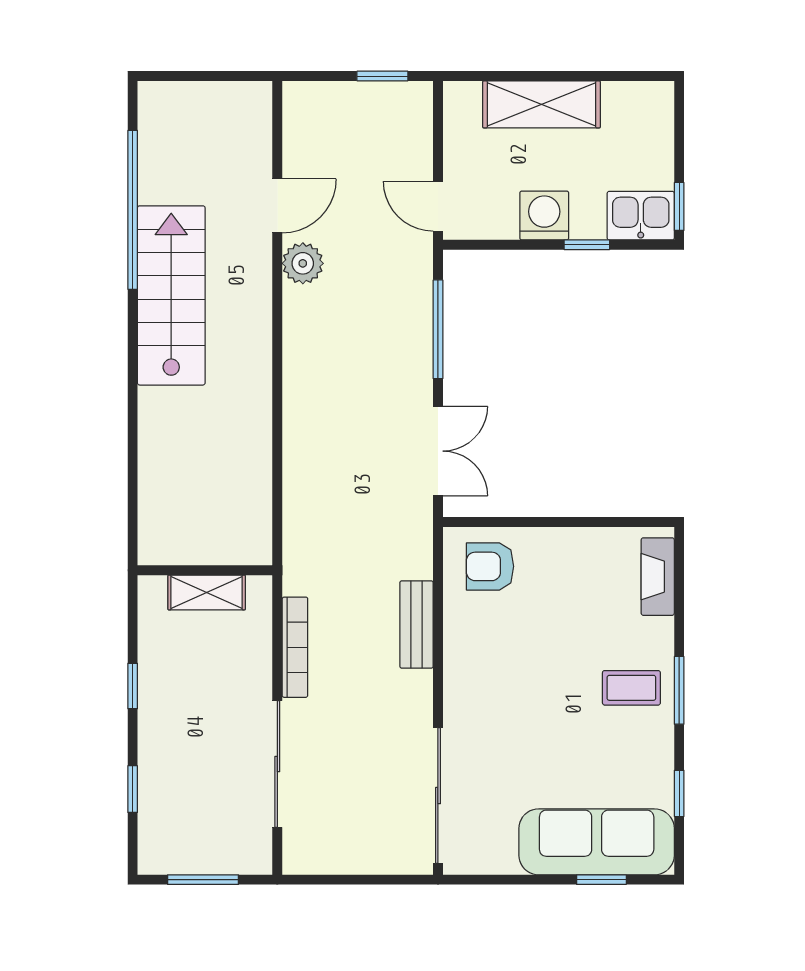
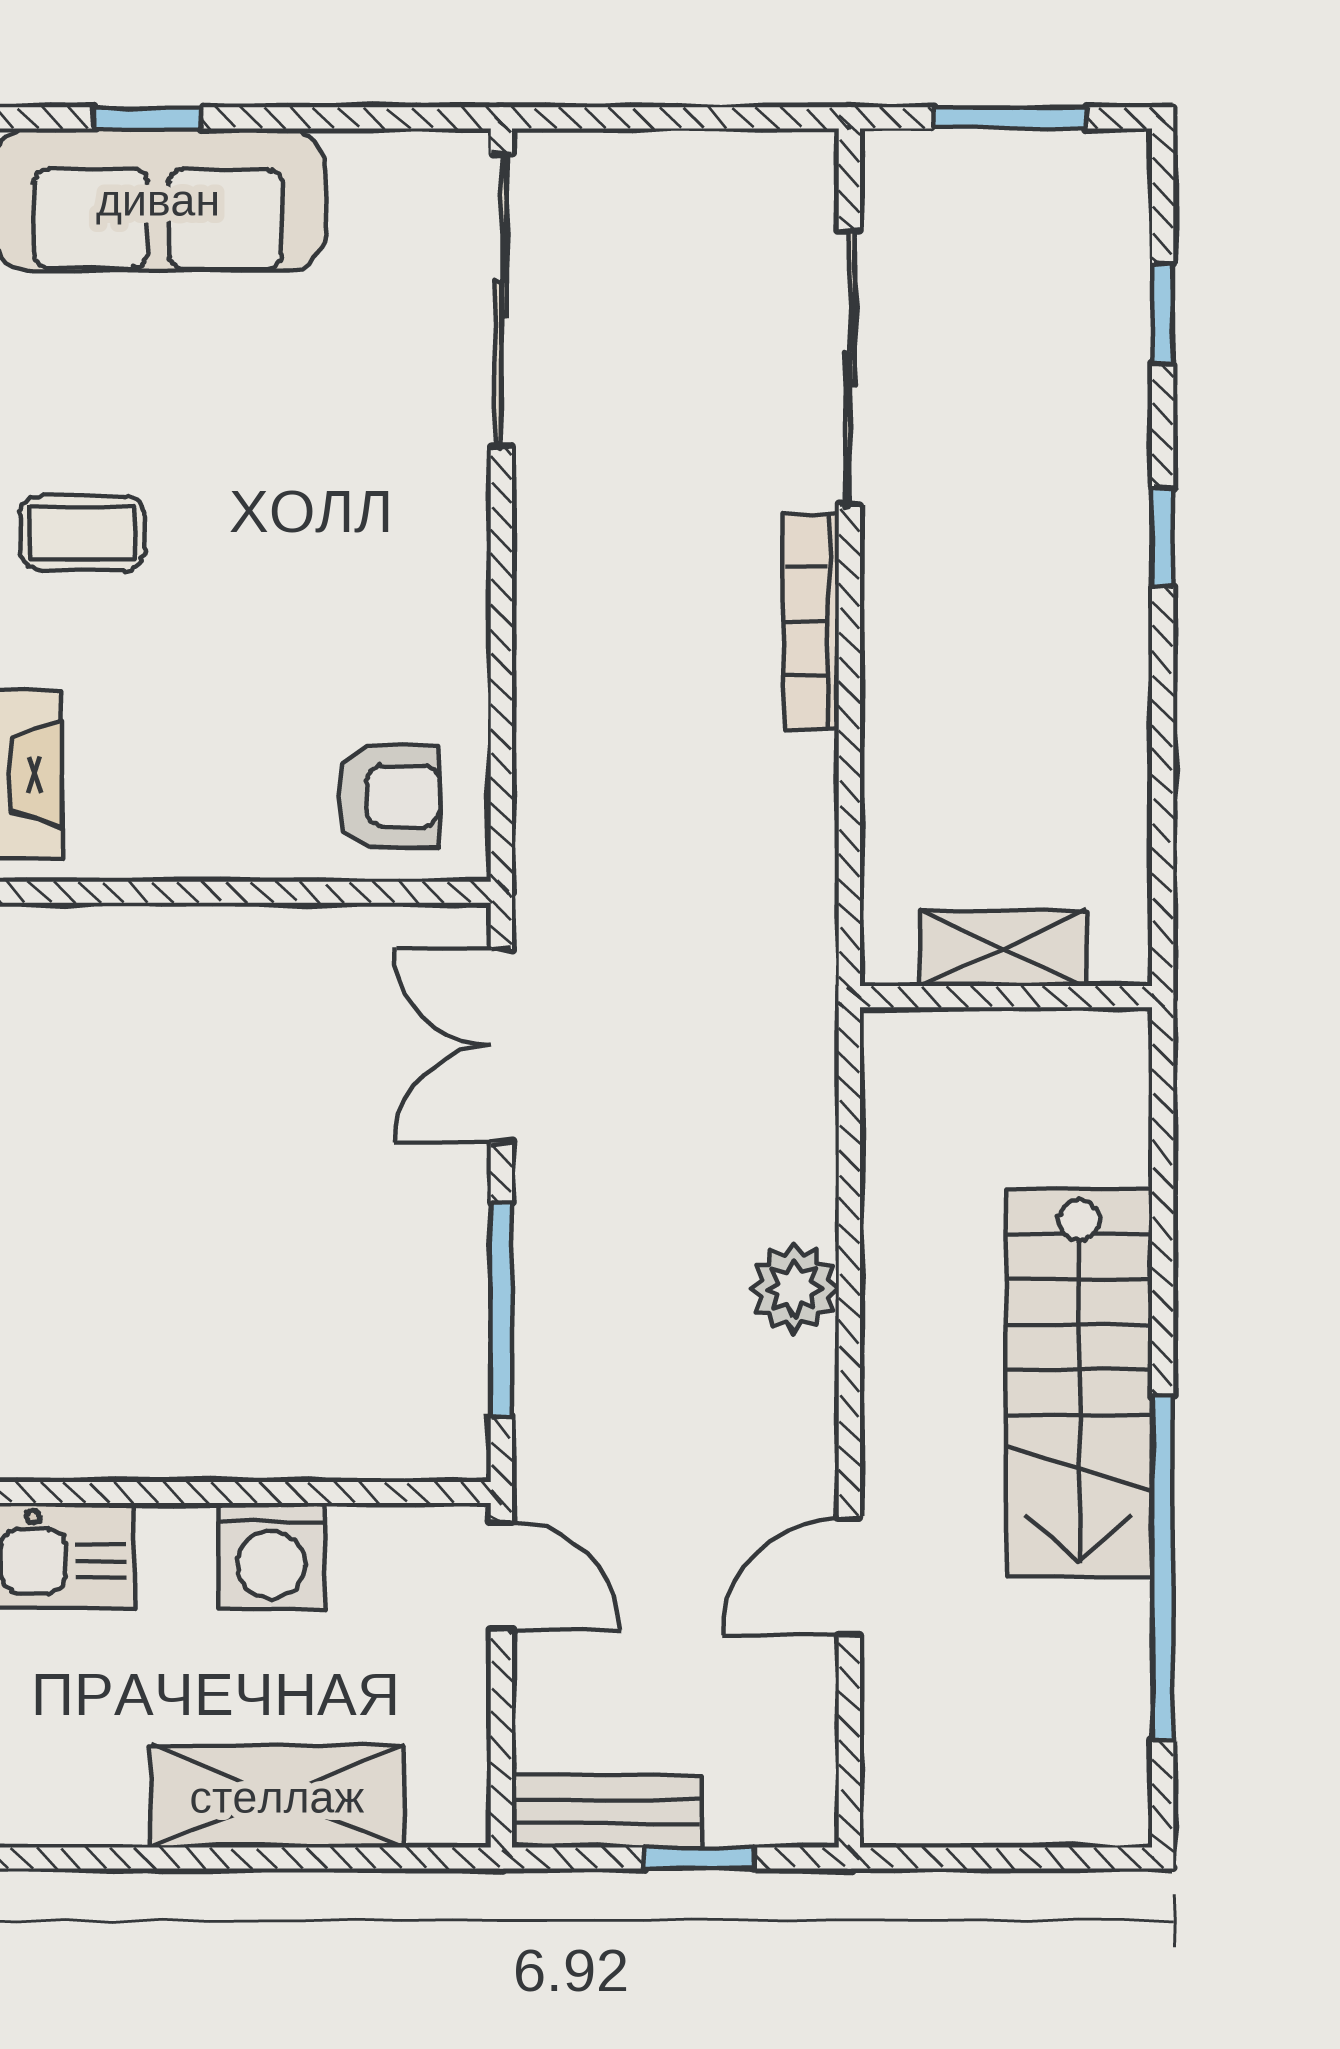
window: (382, 76) -> (699, 1858), moved
window: (587, 245) -> (179, 1493), removed
plant: (303, 263) -> (794, 1288), moved
wall: (205, 570) -> (1006, 997), moved
shelving: (207, 592) -> (1003, 948), moved
bench: (416, 624) -> (606, 1811), moved, turned 90

